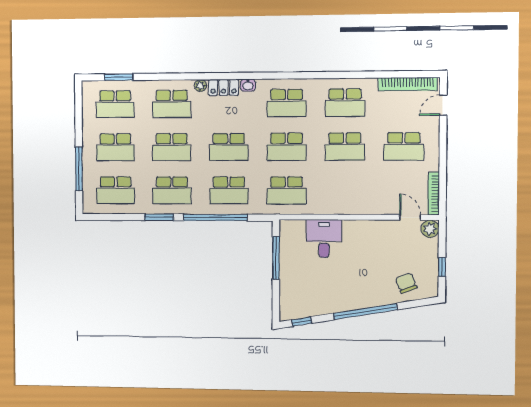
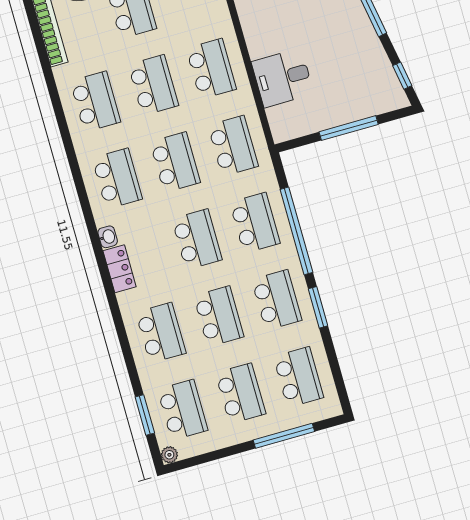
plant: (201, 86) -> (169, 455), moved
school desk: (345, 191) -> (211, 69), added
window: (276, 258) -> (349, 128), moved

